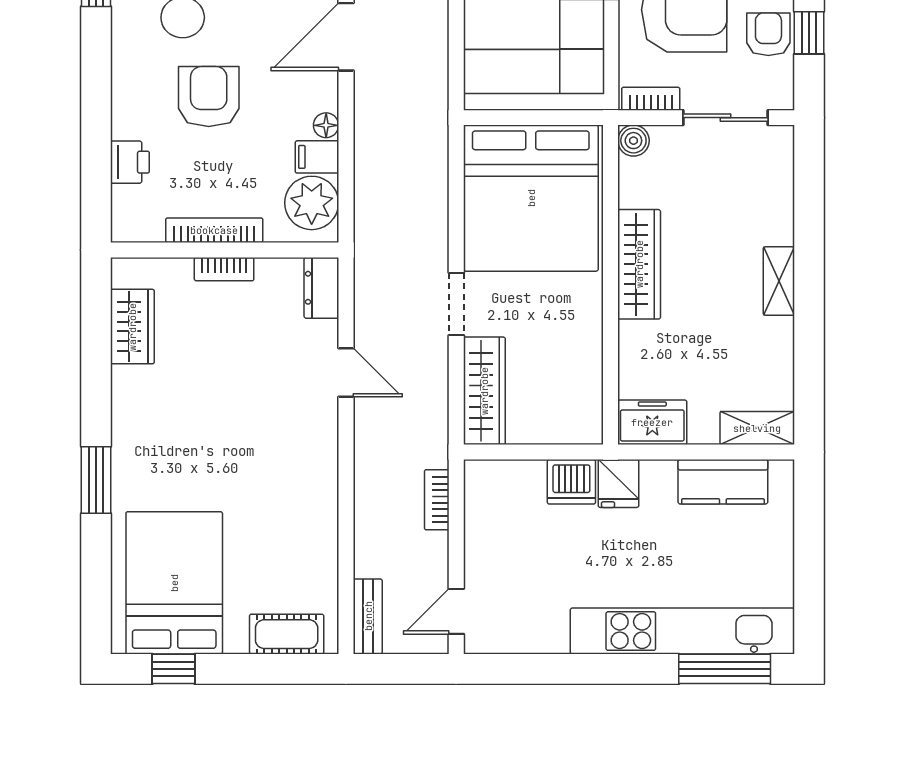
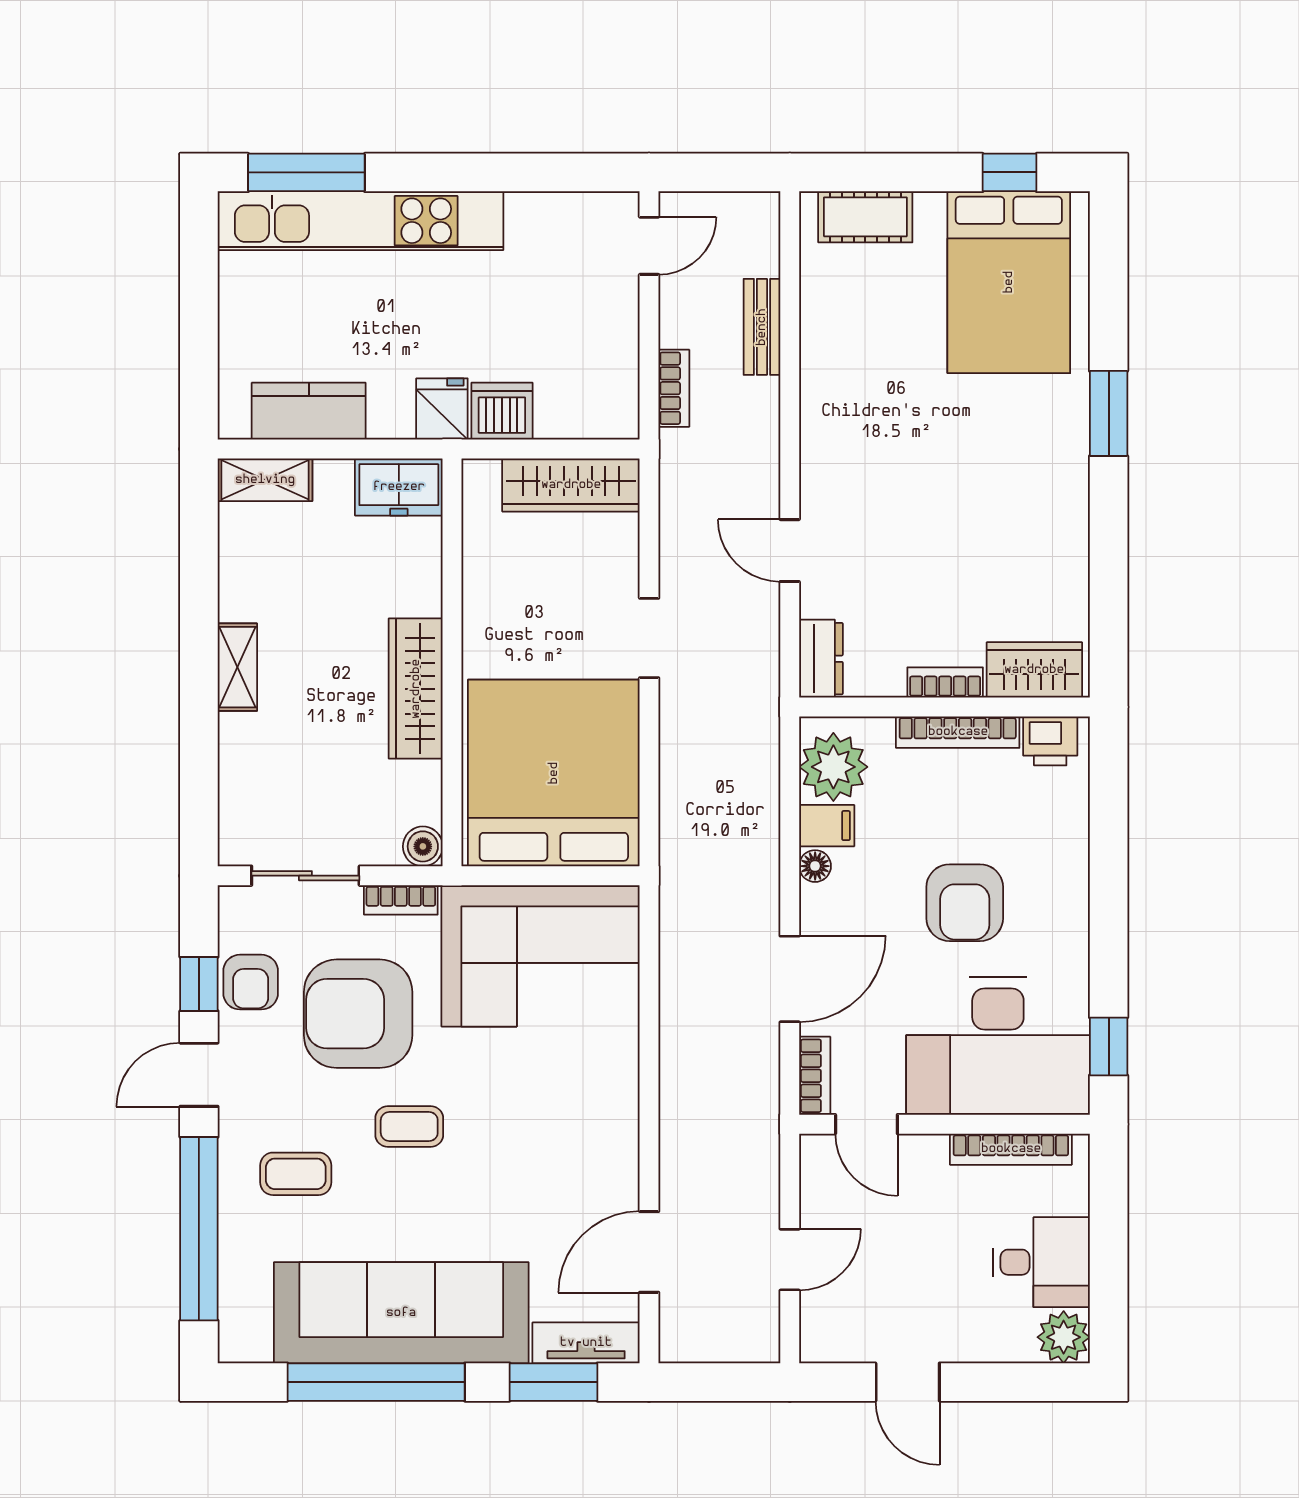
printer: (130, 162) -> (1050, 741), moved, turned -90
wardrobe: (132, 327) -> (1034, 670), moved, turned 90
wardrobe: (484, 391) -> (571, 485), moved, turned -90
bench: (368, 616) -> (762, 327), moved

